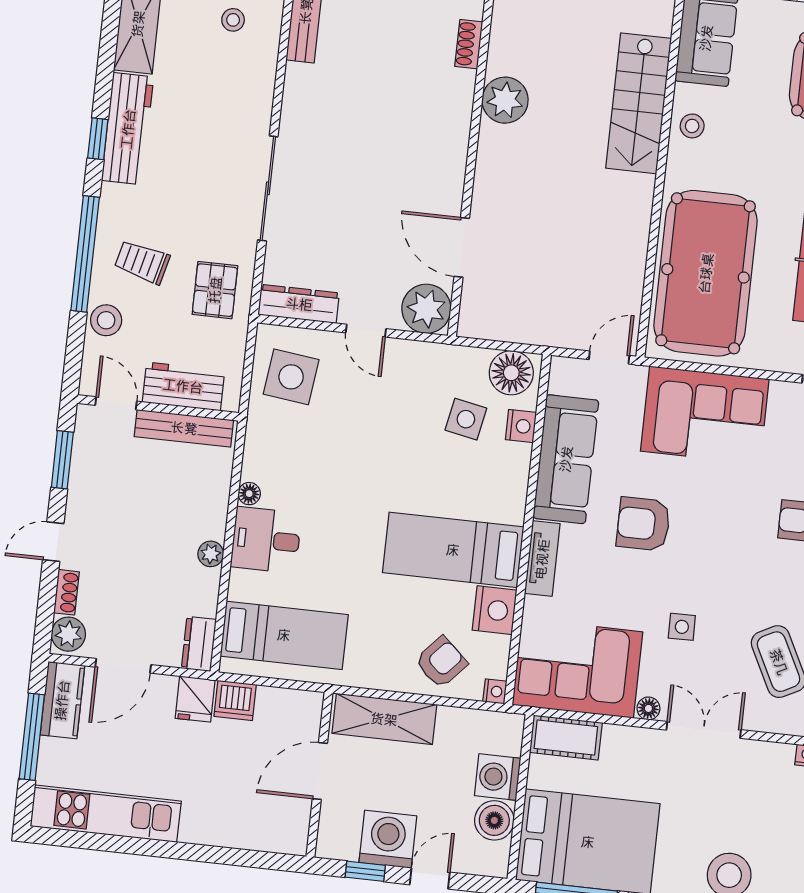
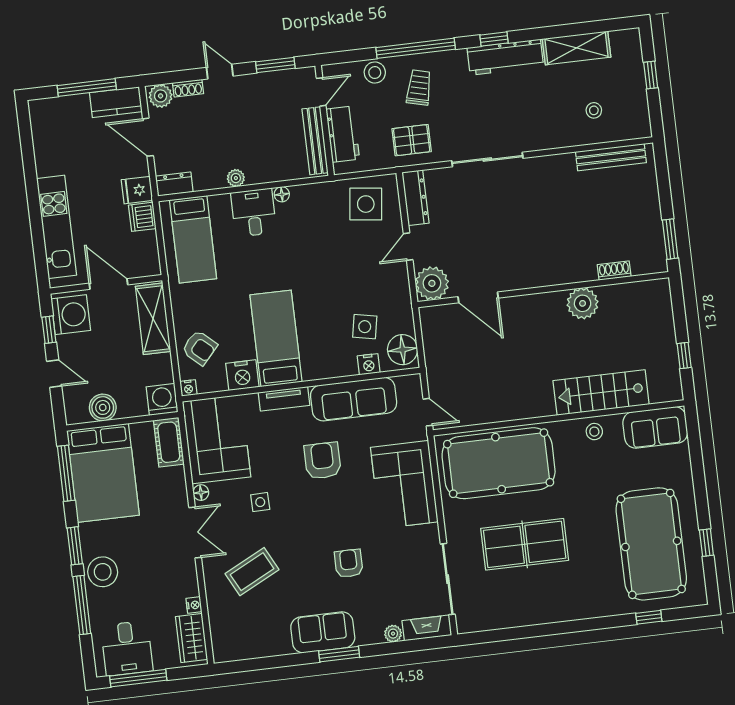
door: (462, 247) -> (478, 297), swing flipped
washing machine: (498, 777) -> (162, 399), moved
kitchen unit: (106, 814) -> (57, 227), moved
washing machine: (388, 839) -> (71, 315), moved

